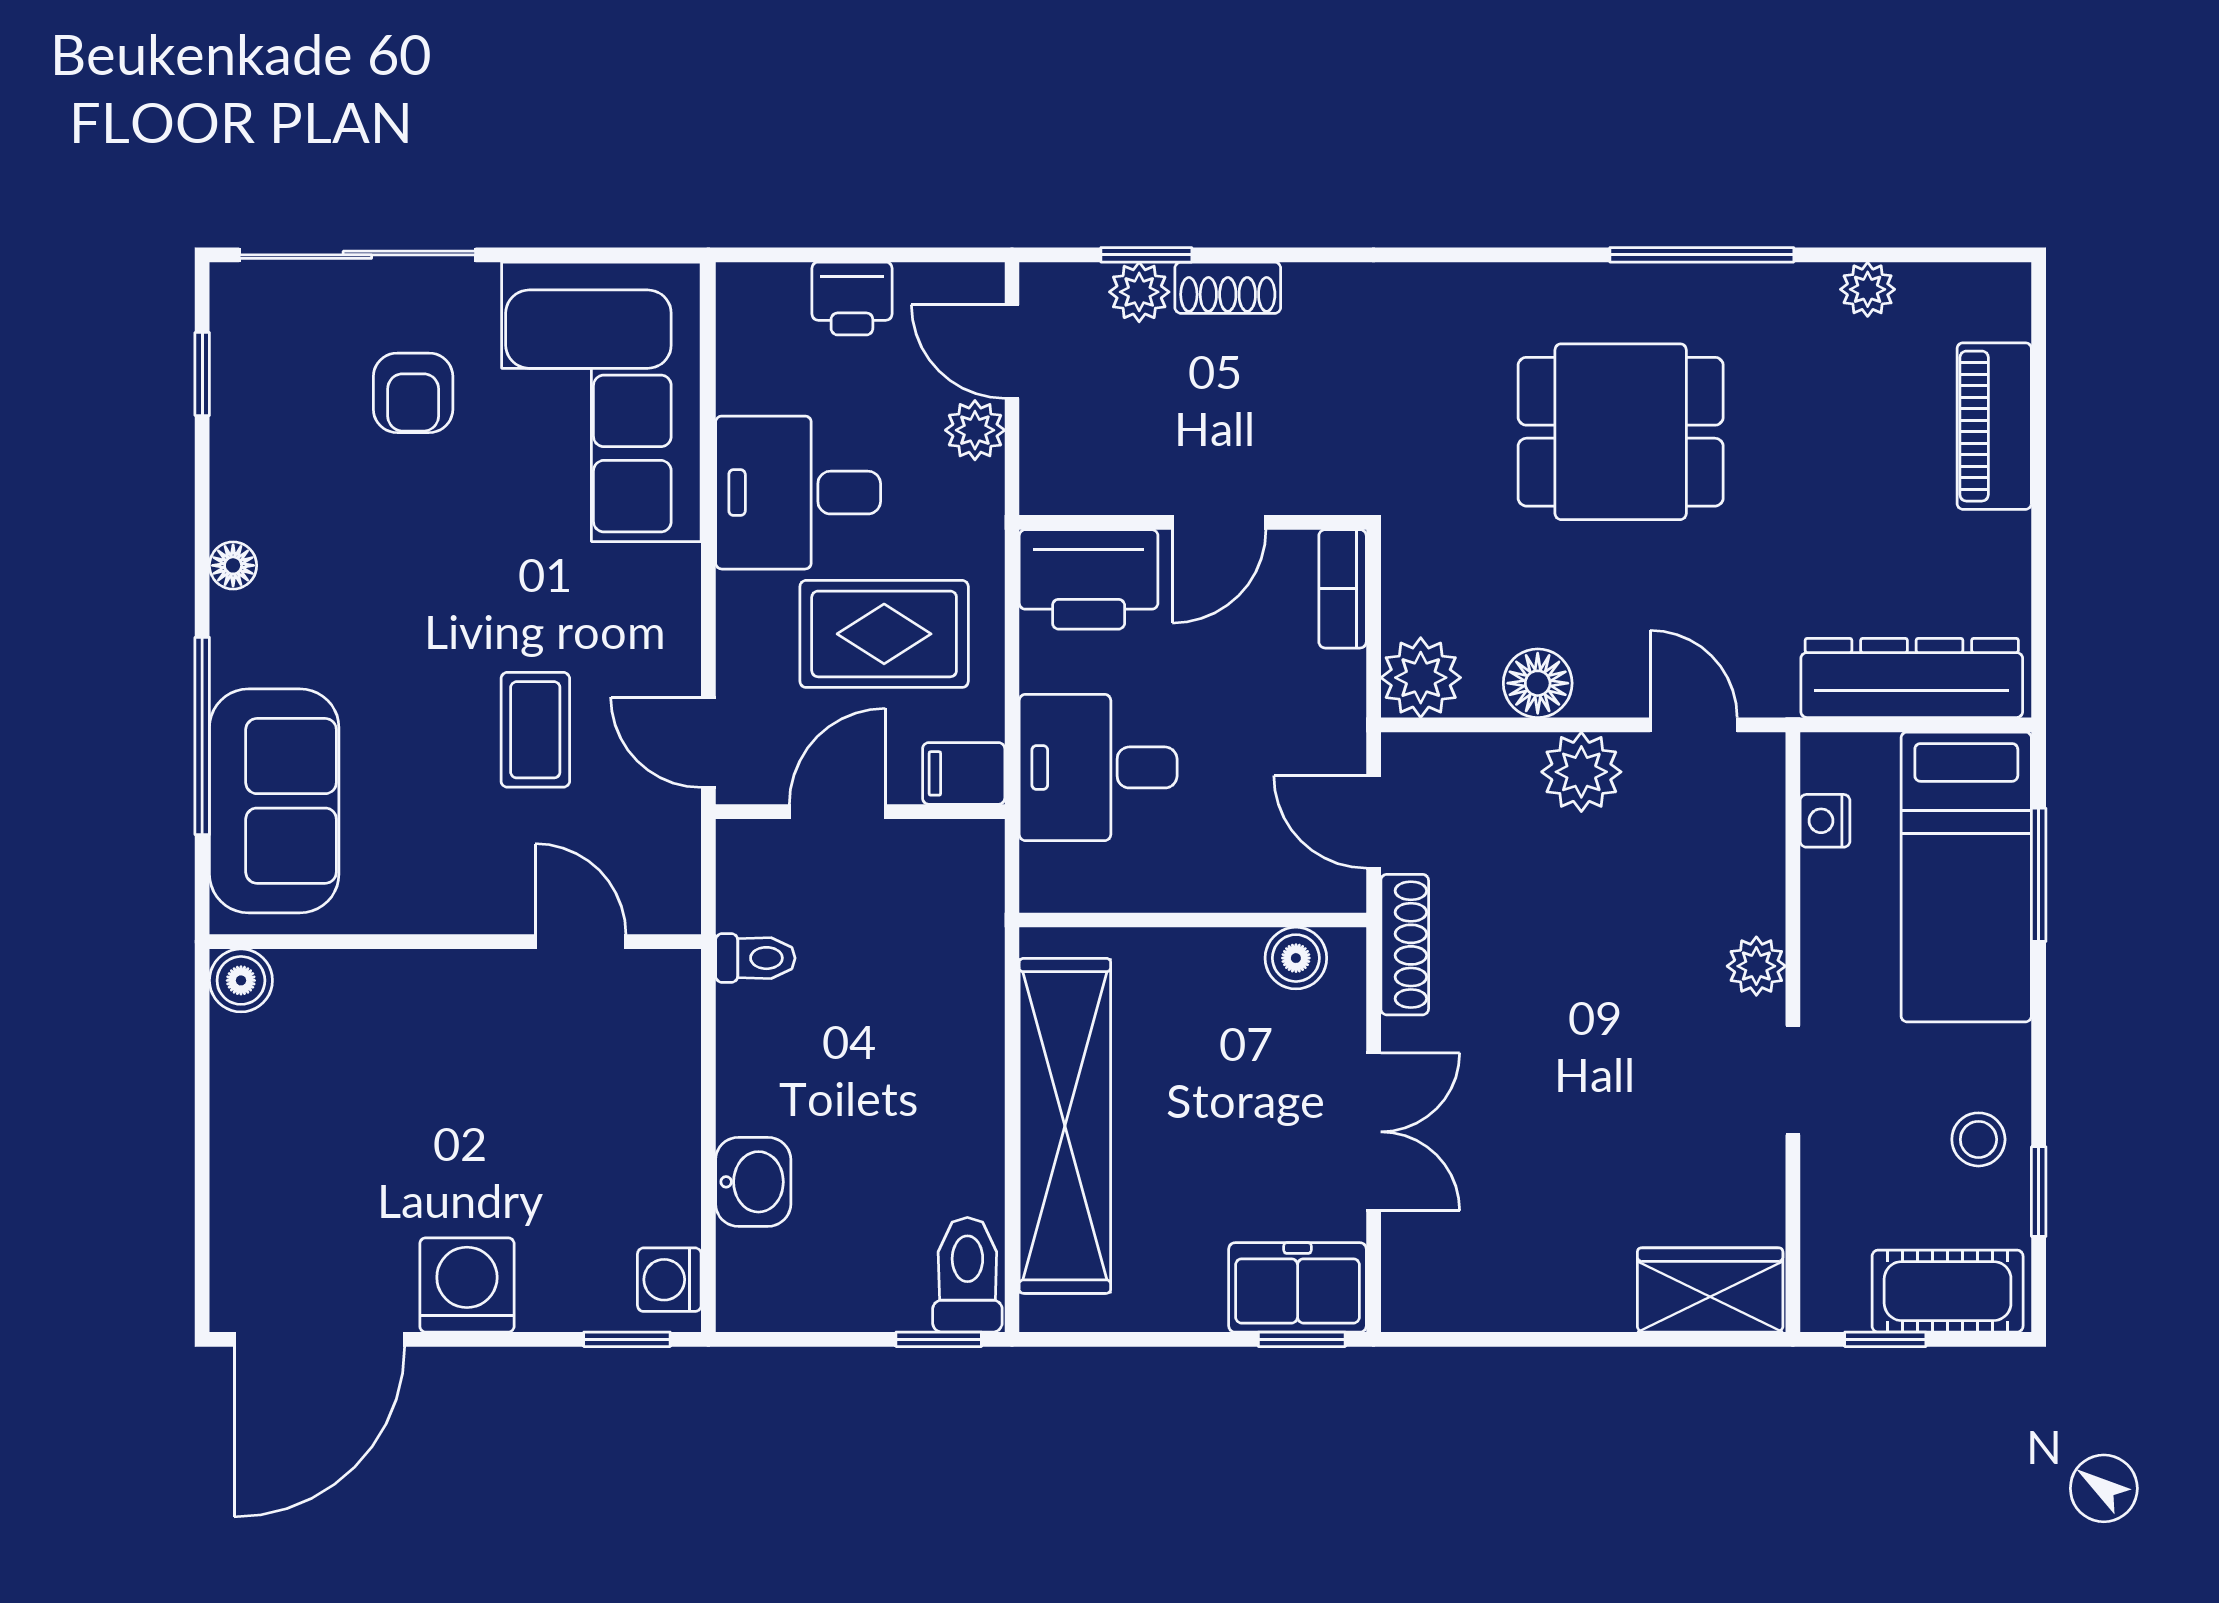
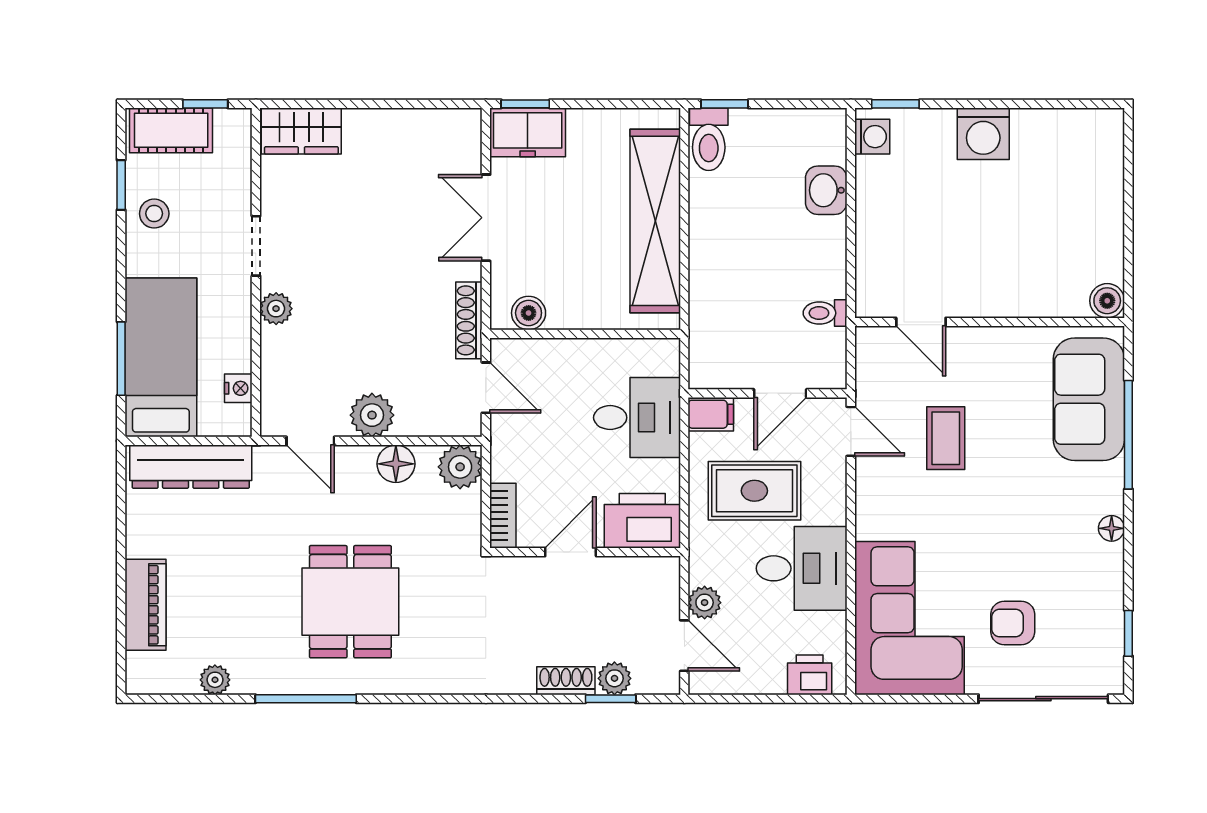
printer: (852, 298) -> (810, 675), moved
armchair: (413, 393) -> (1013, 623), turned -90
dining table: (1621, 432) -> (350, 602), turned 90
door: (319, 1339) -> (1064, 104), removed

